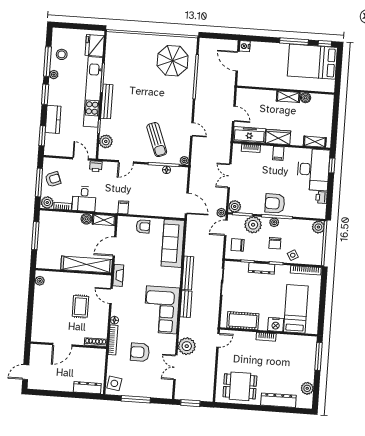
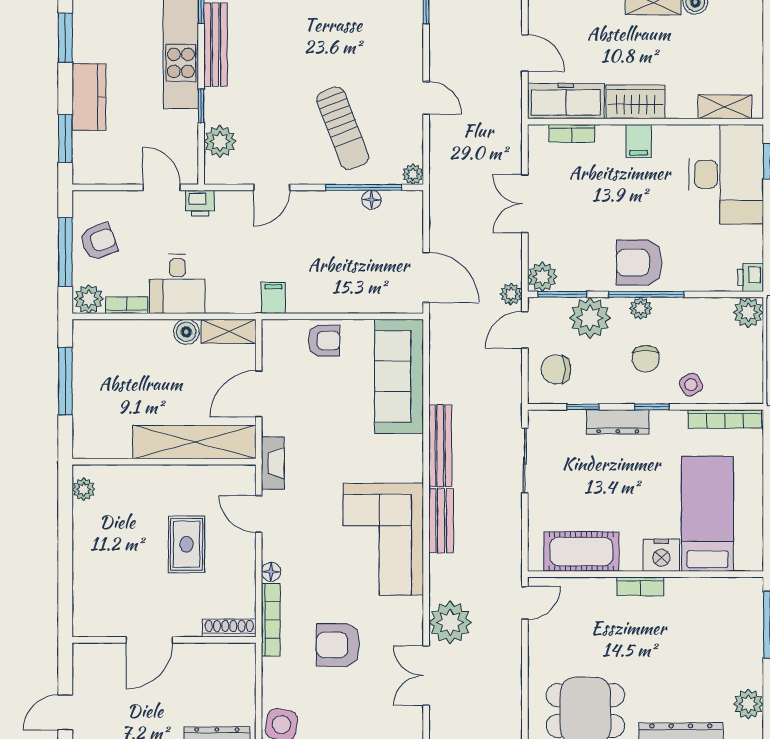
printer: (321, 197) -> (751, 277), moved

